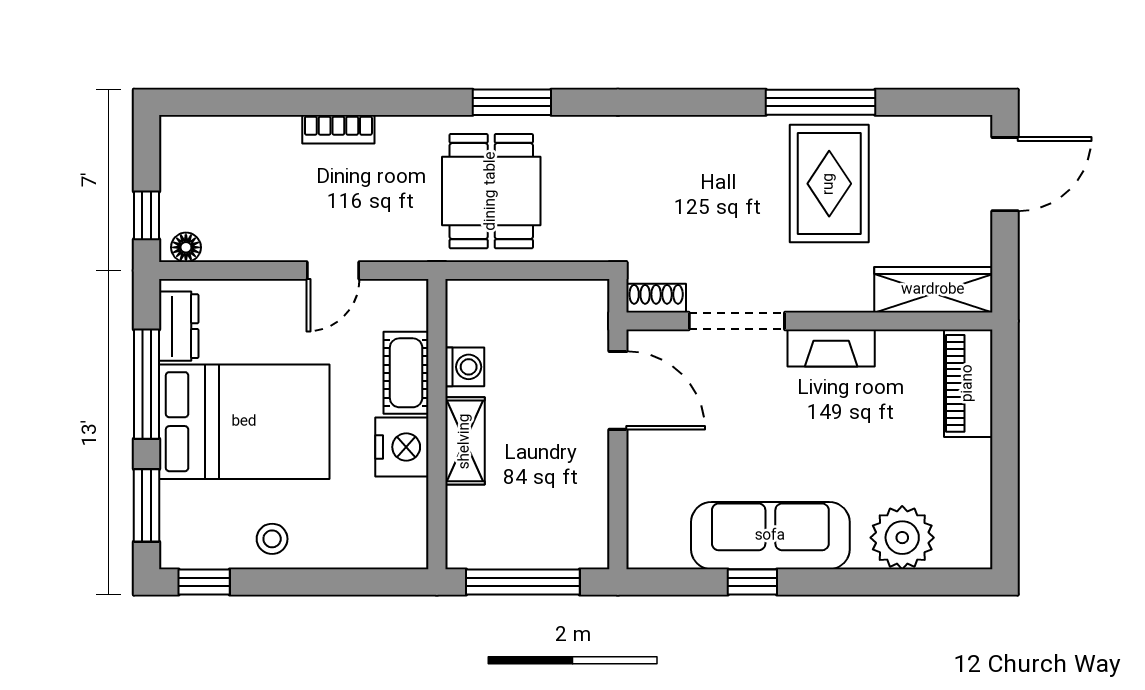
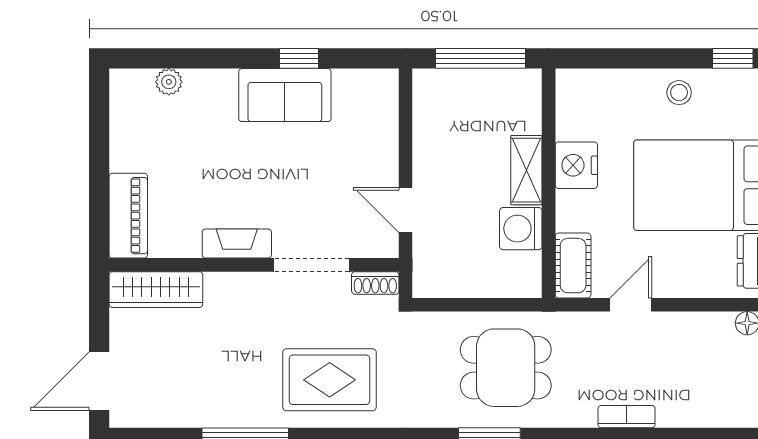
rug: (829, 184) -> (330, 380), moved, turned 90
dining table: (491, 191) -> (506, 368), turned 90
washing machine: (465, 367) -> (521, 229), width x1.38, depth x1.38
cot: (406, 373) -> (573, 266), moved
door: (618, 390) -> (406, 210), width x0.73
sofa: (770, 536) -> (285, 95), width x0.73
plant: (902, 538) -> (169, 82), width x0.53, depth x0.53

